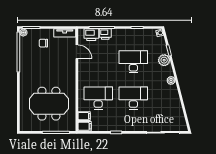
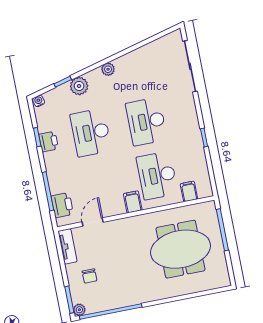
printer: (105, 34) -> (49, 142), moved
meeting table: (49, 104) -> (181, 249), turned 90
filing cabinet: (85, 126) -> (133, 202), moved

